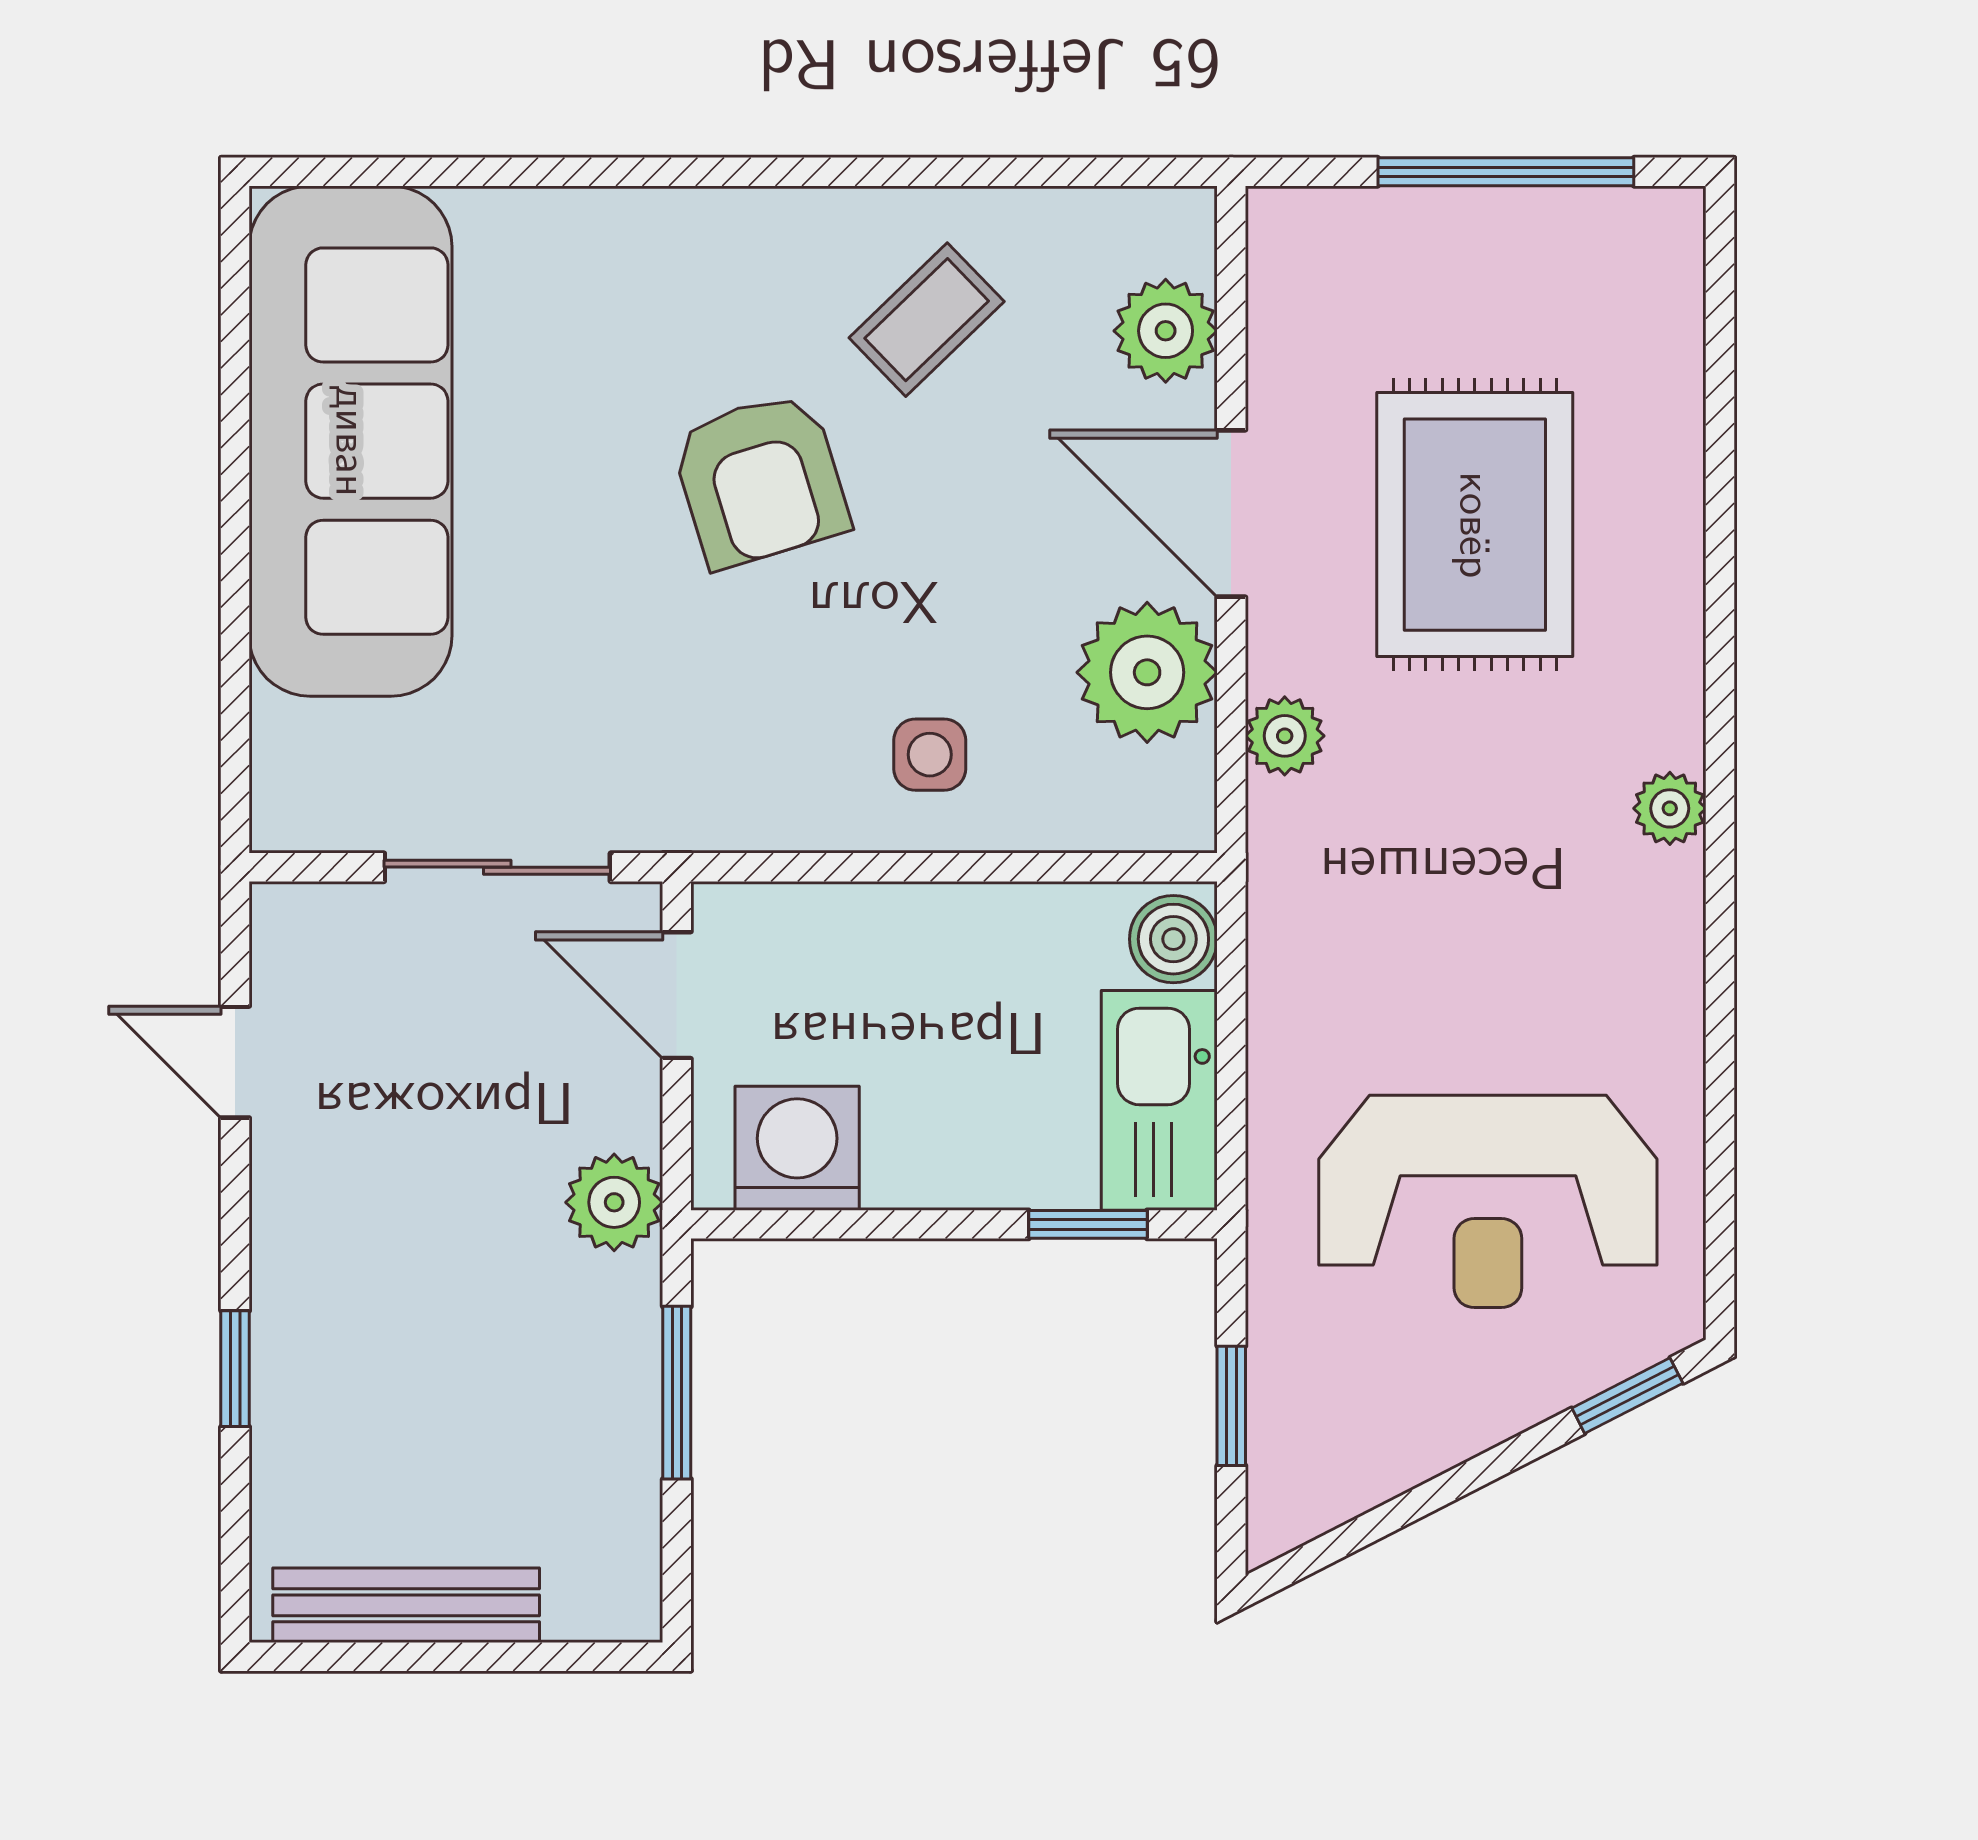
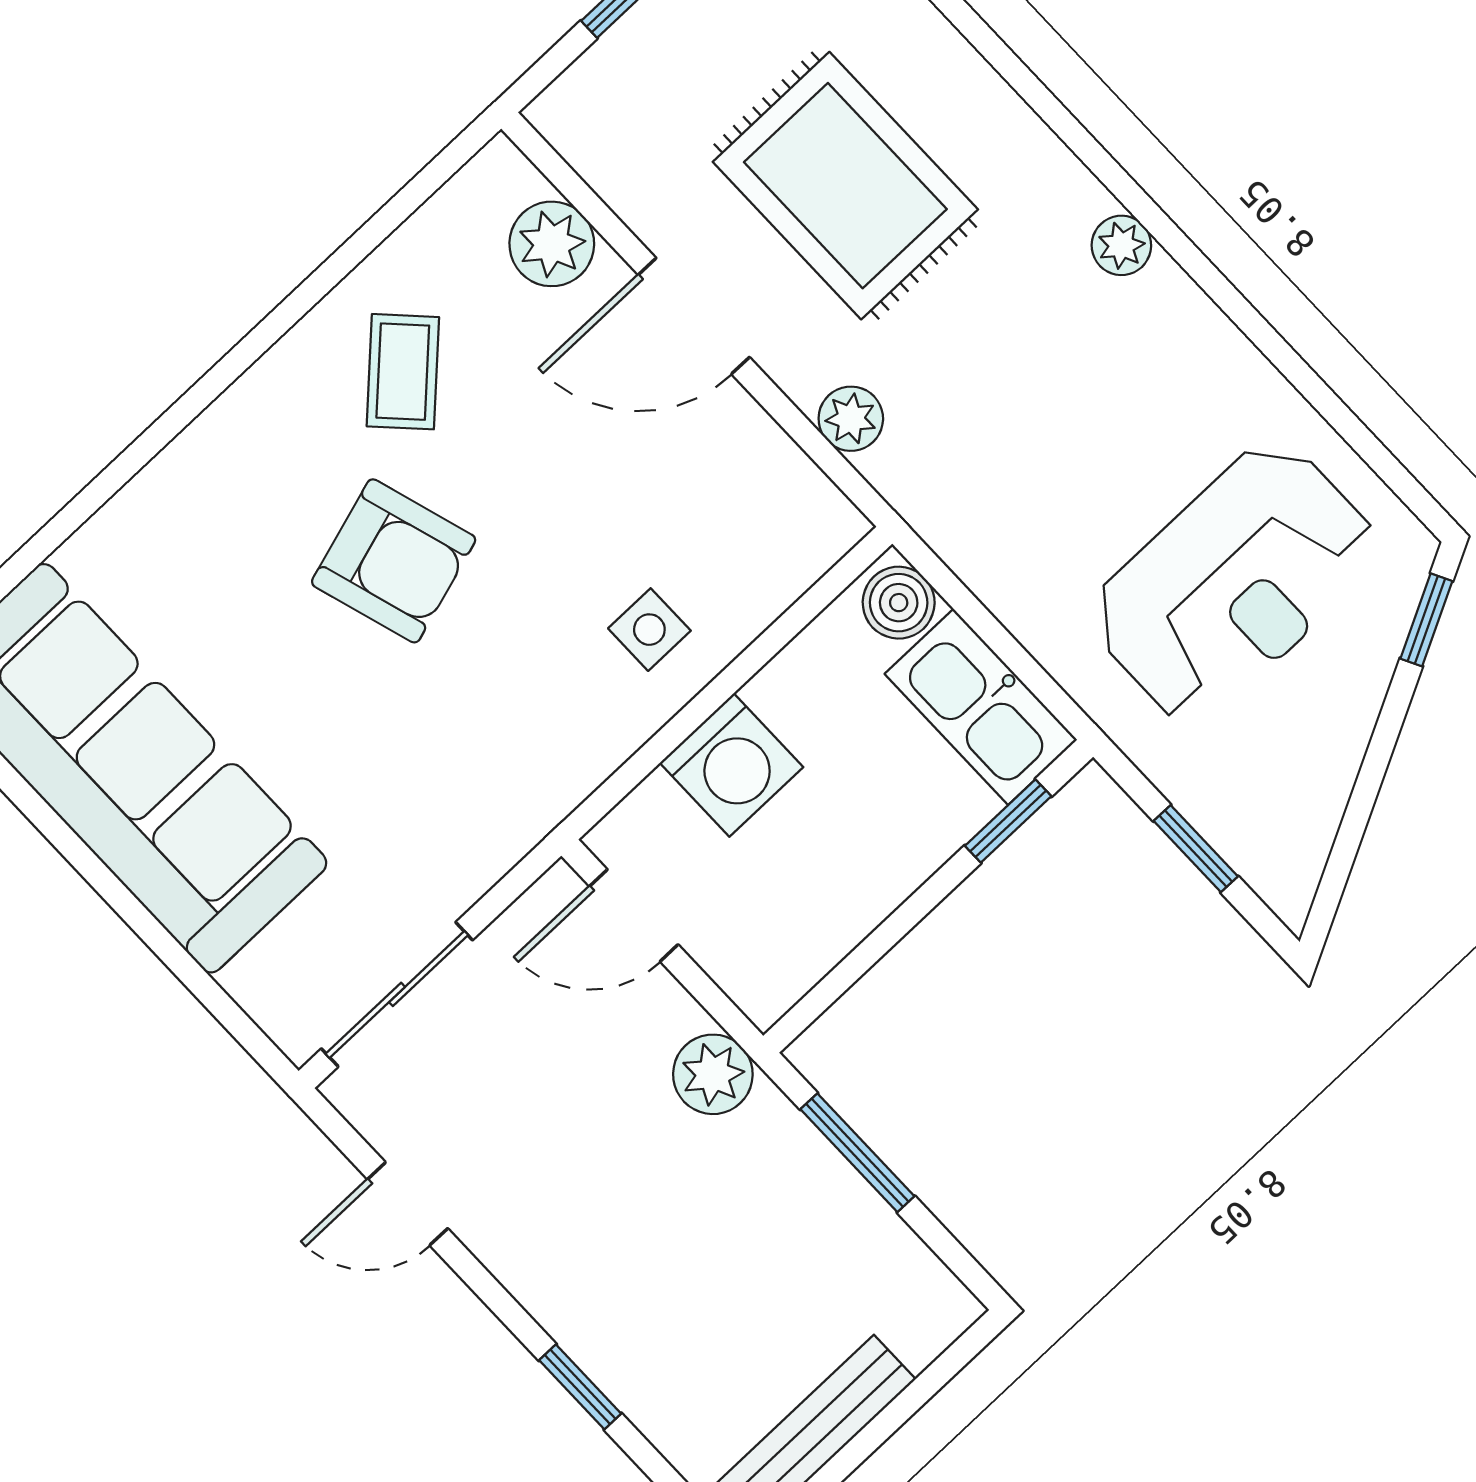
plant: (1147, 672) -> (733, 458), removed
sliding door: (497, 867) -> (397, 994), moved
washing machine: (797, 1148) -> (731, 765), moved, turned 180

